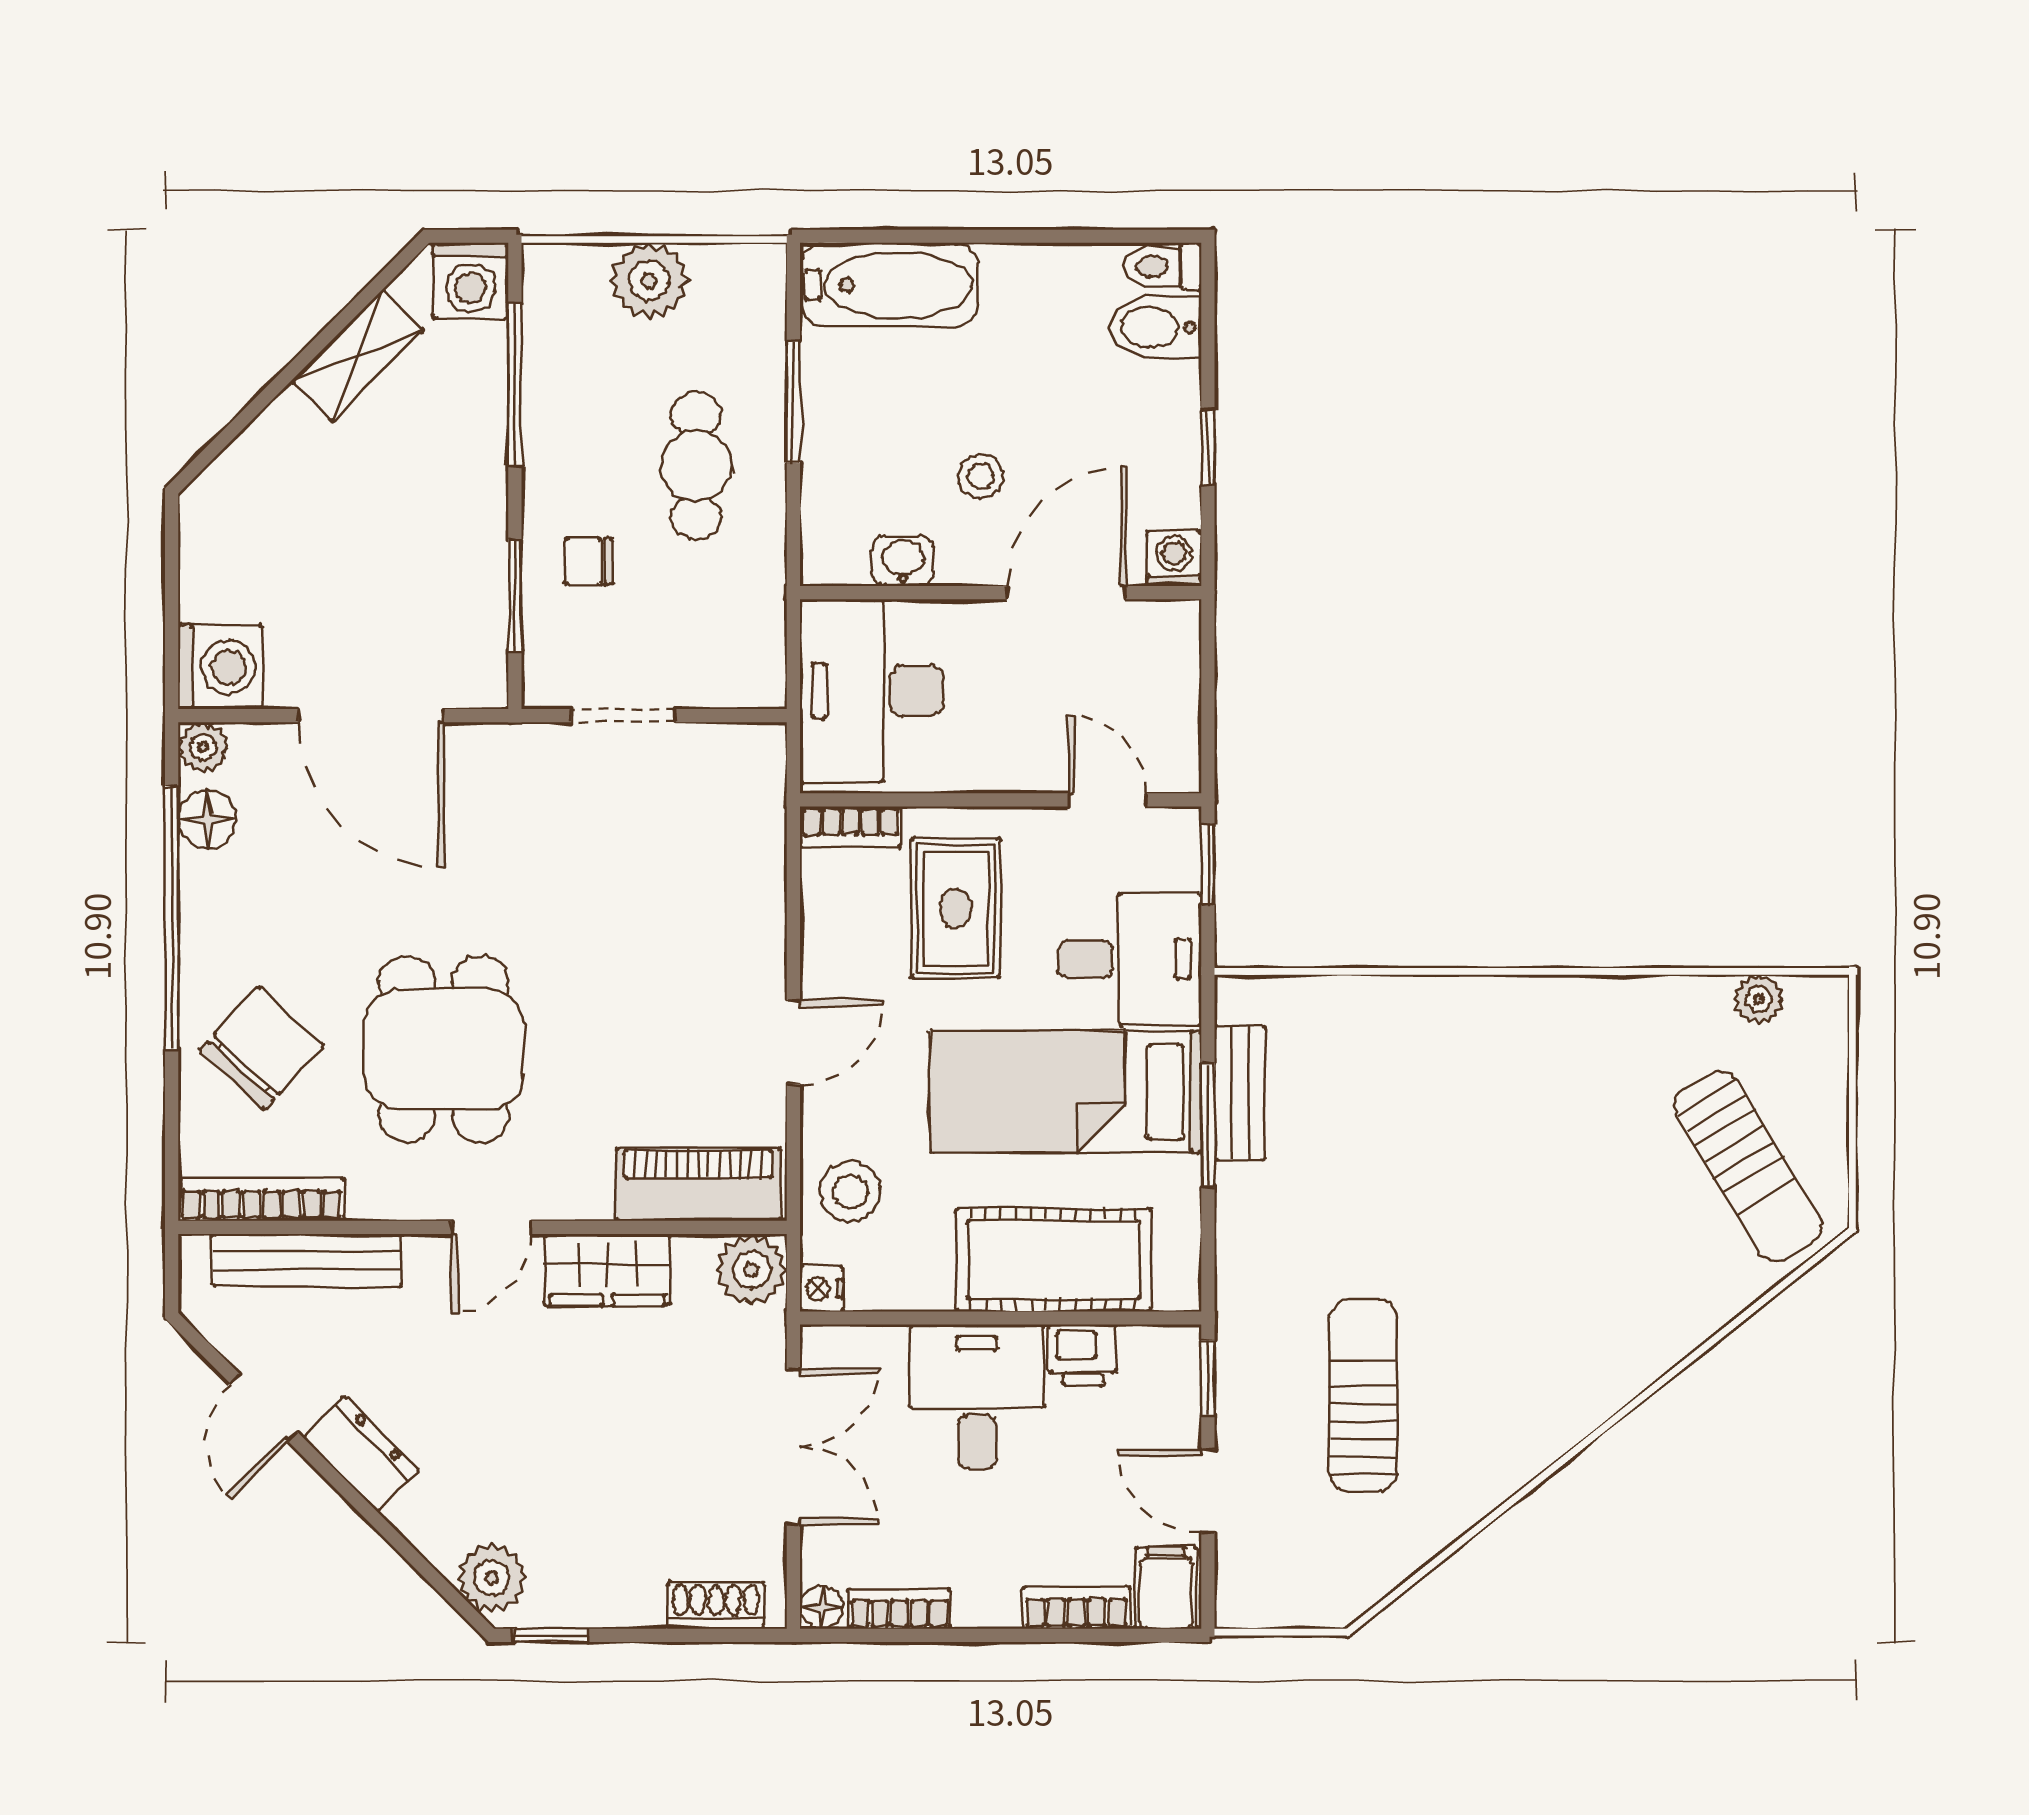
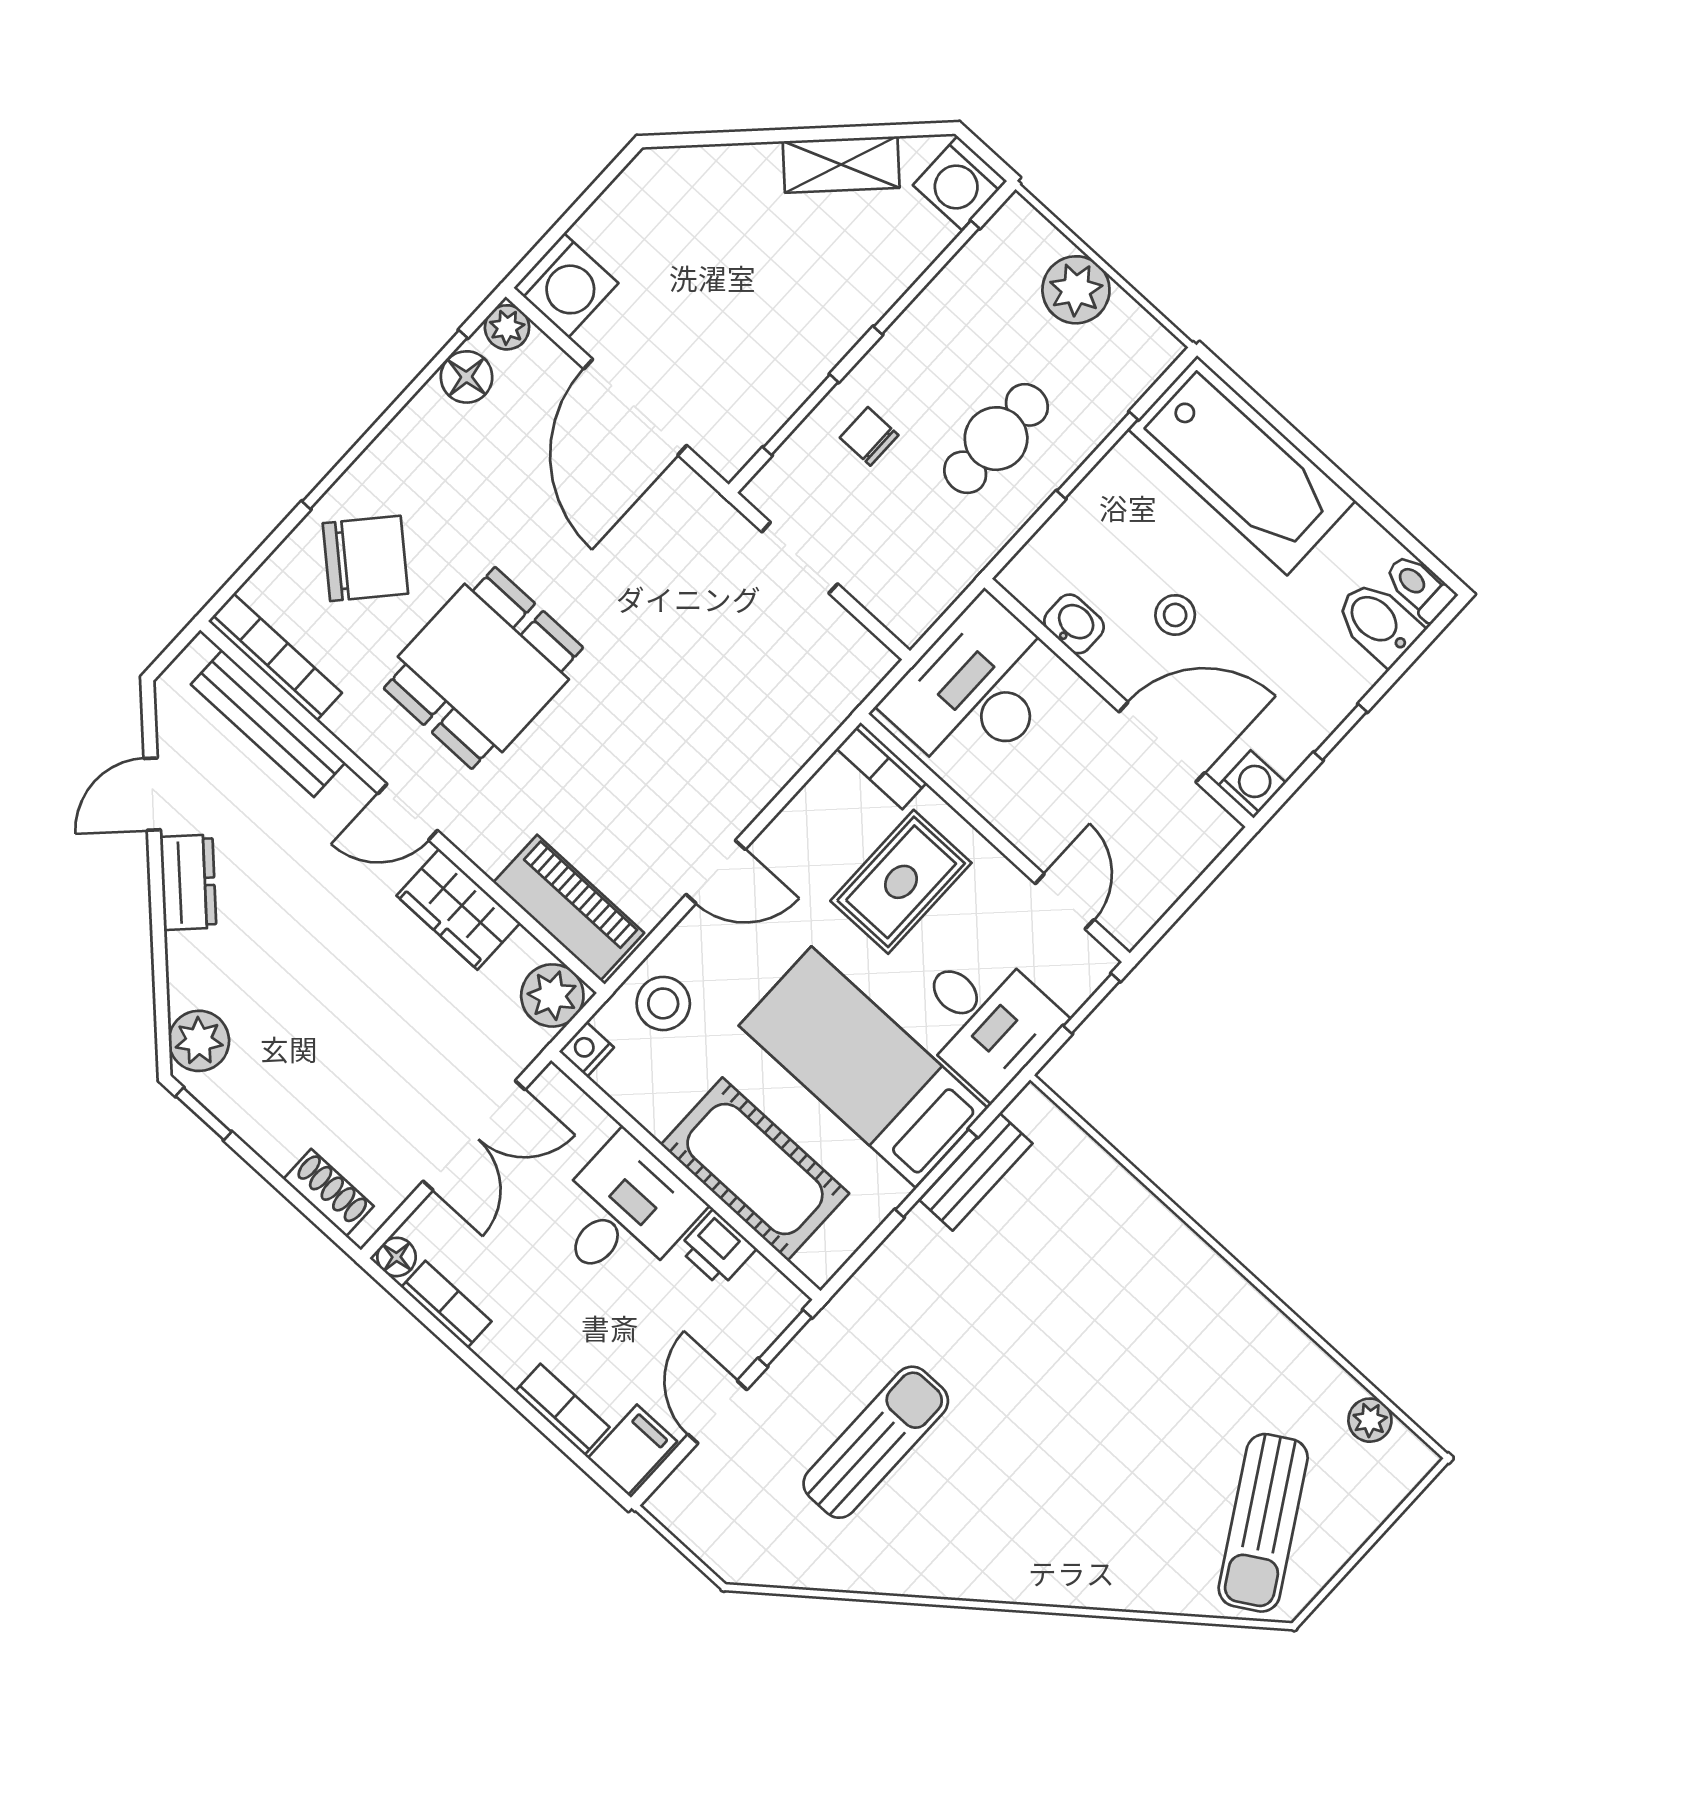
bathtub: (889, 285) -> (1242, 465), width x1.36, depth x1.36

